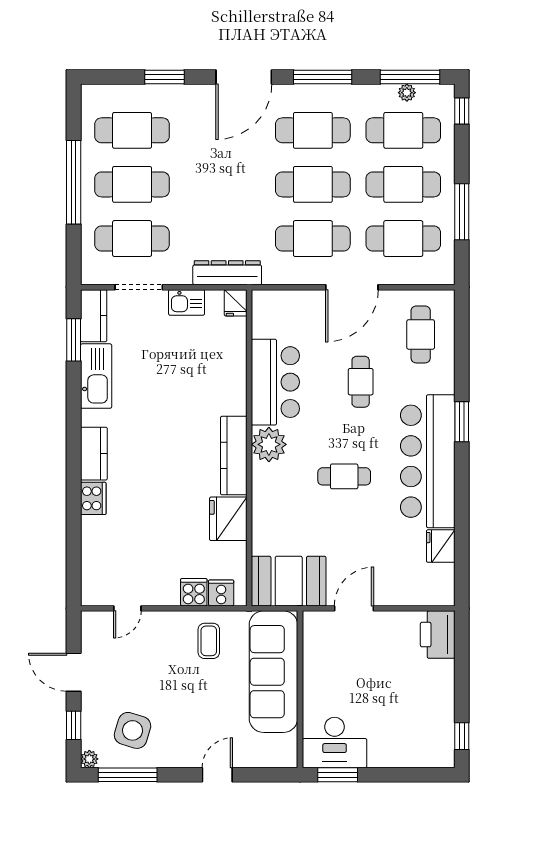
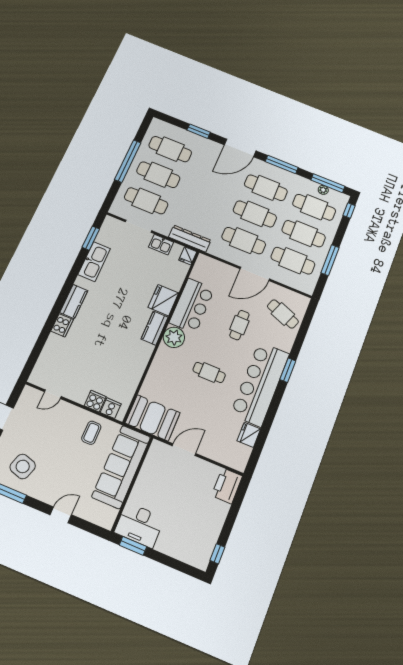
kitchen counter: (94, 316) -> (107, 230), removed
cafe table: (421, 334) -> (283, 314), turned -69
kitchen counter: (234, 456) -> (155, 328), width x0.67
fridge: (228, 519) -> (163, 300), moved

